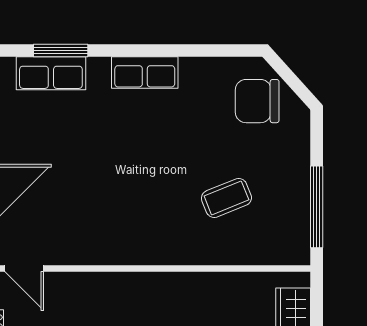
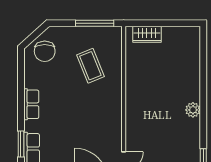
coffee table: (226, 198) -> (90, 66), width x1.36, depth x1.30

